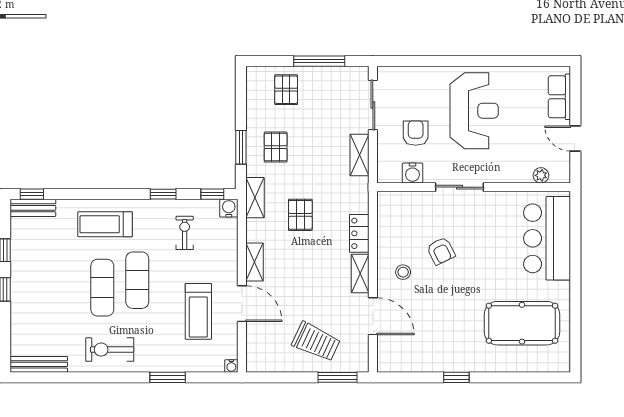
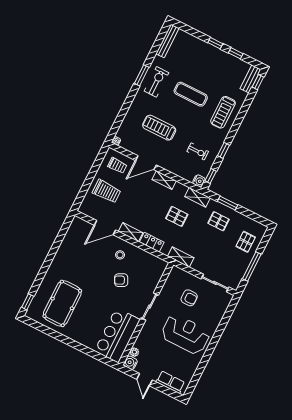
pallet: (286, 90) -> (246, 242), turned 90
reception desk: (474, 111) -> (185, 334), turned 180
door: (575, 138) -> (144, 380), swing flipped
shelving: (359, 155) -> (181, 257), moved
water cooler: (412, 173) -> (130, 363), moved
treadmill: (105, 224) -> (223, 112), turned 180
bar counter: (547, 238) -> (117, 335), moved, turned -90
exercise mat: (137, 280) -> (185, 114), removed
treadmill: (198, 311) -> (159, 128), moved
trolley: (316, 342) -> (107, 191), turned -115
trolley: (268, 345) -> (117, 165), added
window: (168, 377) -> (142, 75), moved
window: (338, 377) -> (82, 193), removed
window: (456, 377) -> (28, 302), moved

